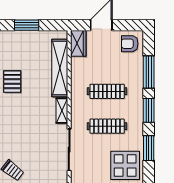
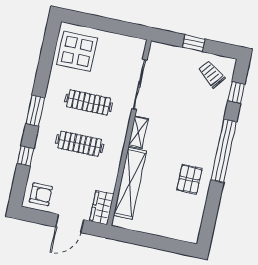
window: (27, 25) -> (158, 242), removed
window: (149, 72) -> (26, 156), width x0.46
window: (149, 148) -> (45, 66), removed

